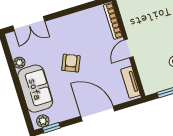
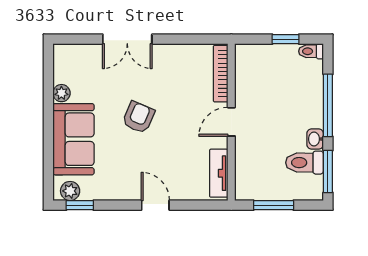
double door: (29, 24) -> (127, 39), moved
door: (98, 114) -> (155, 205), width x0.53

